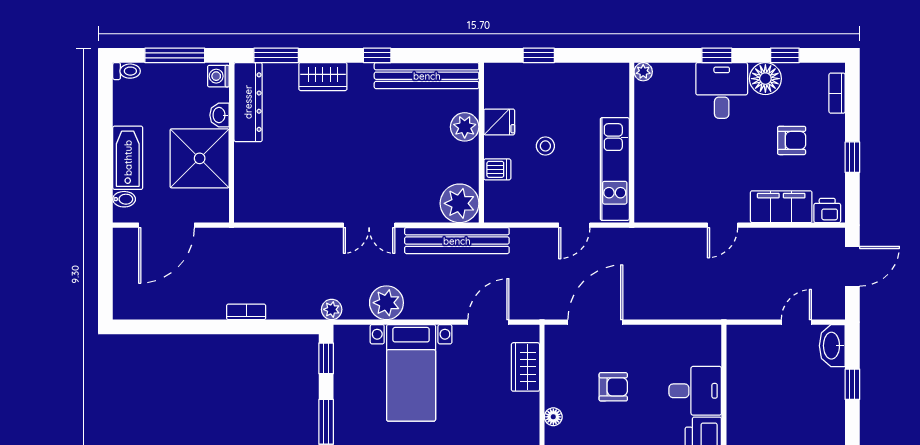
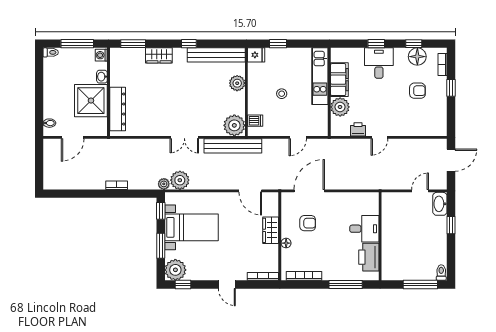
plant: (643, 72) -> (340, 107), moved, width x1.87, depth x1.87
floor lamp: (765, 79) -> (417, 57), moved
dresser: (248, 102) -> (118, 109), moved
fridge: (499, 122) -> (256, 55), moved
window: (852, 157) -> (451, 88), moved
bathtub: (128, 158) -> (51, 100), removed
dishwasher: (497, 169) -> (255, 121), moved
kitchen unit: (615, 169) -> (320, 76), moved
filing cabinet: (781, 207) -> (339, 80), moved, turned 90
printer: (827, 211) -> (358, 129), moved
door: (167, 225) -> (73, 137), width x0.73
plant: (386, 303) -> (180, 180), moved
door: (488, 322) -> (250, 191), swing flipped
wardrobe: (525, 367) -> (271, 230), moved
bed with nightstands: (411, 373) -> (191, 227), moved, turned -90
armchair: (613, 387) -> (308, 223), moved

